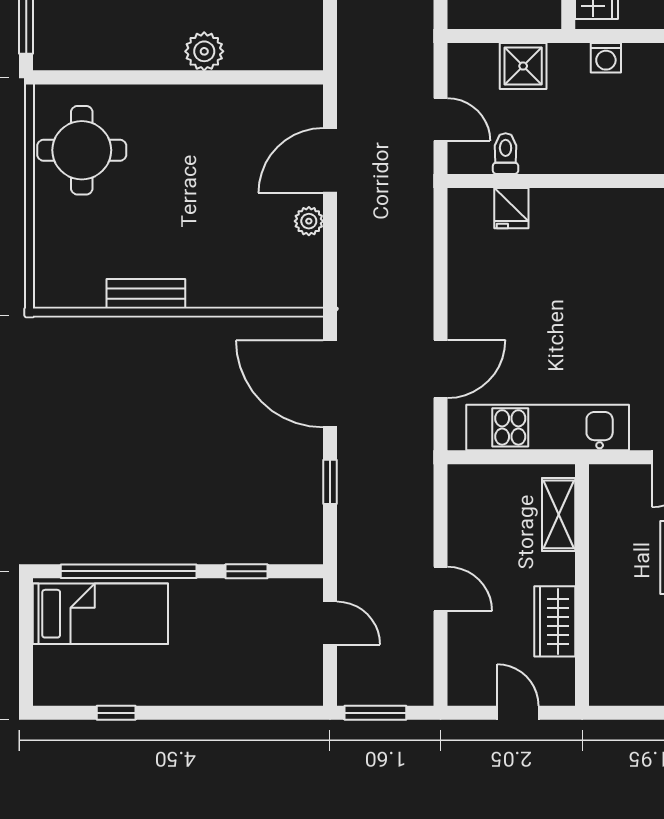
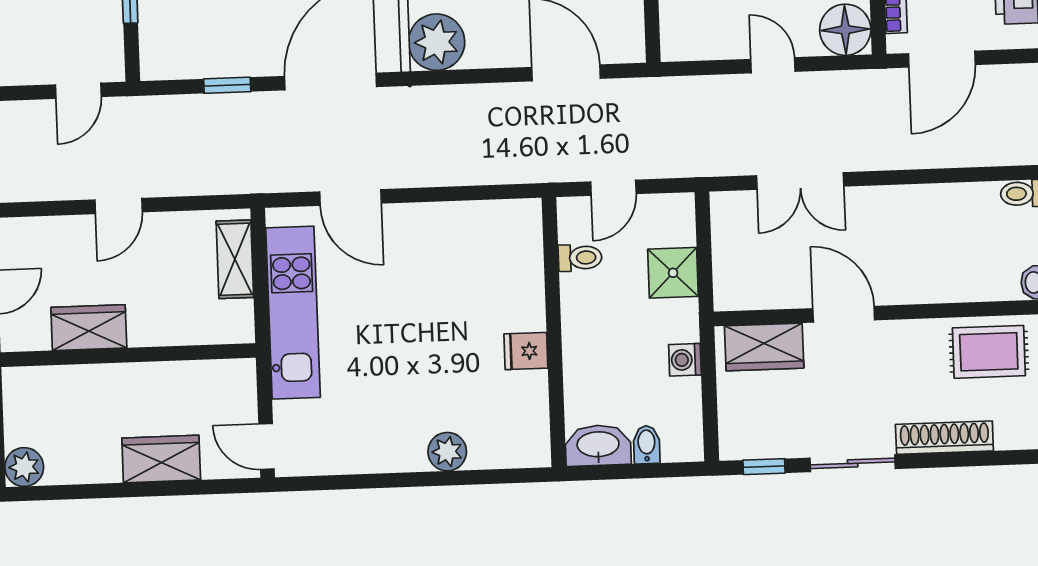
fridge: (511, 208) -> (526, 351), moved
plant: (309, 221) -> (437, 42), moved, width x1.88, depth x1.88
shelving: (559, 514) -> (235, 259), moved, turned 90

